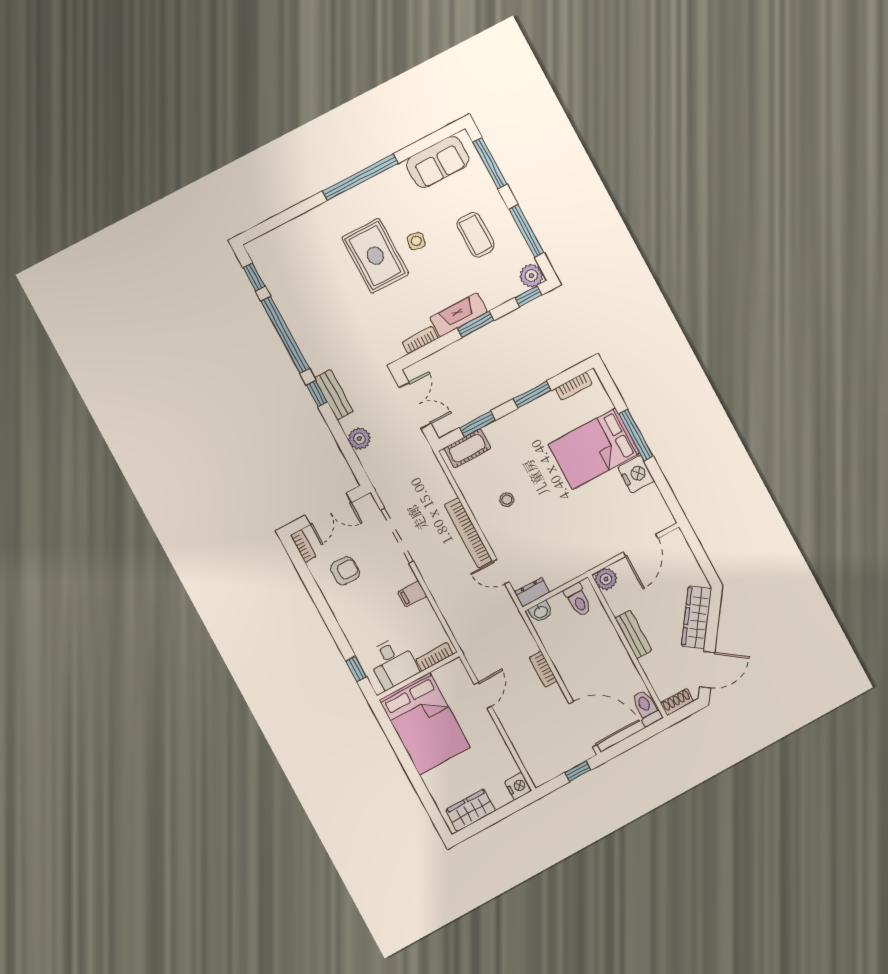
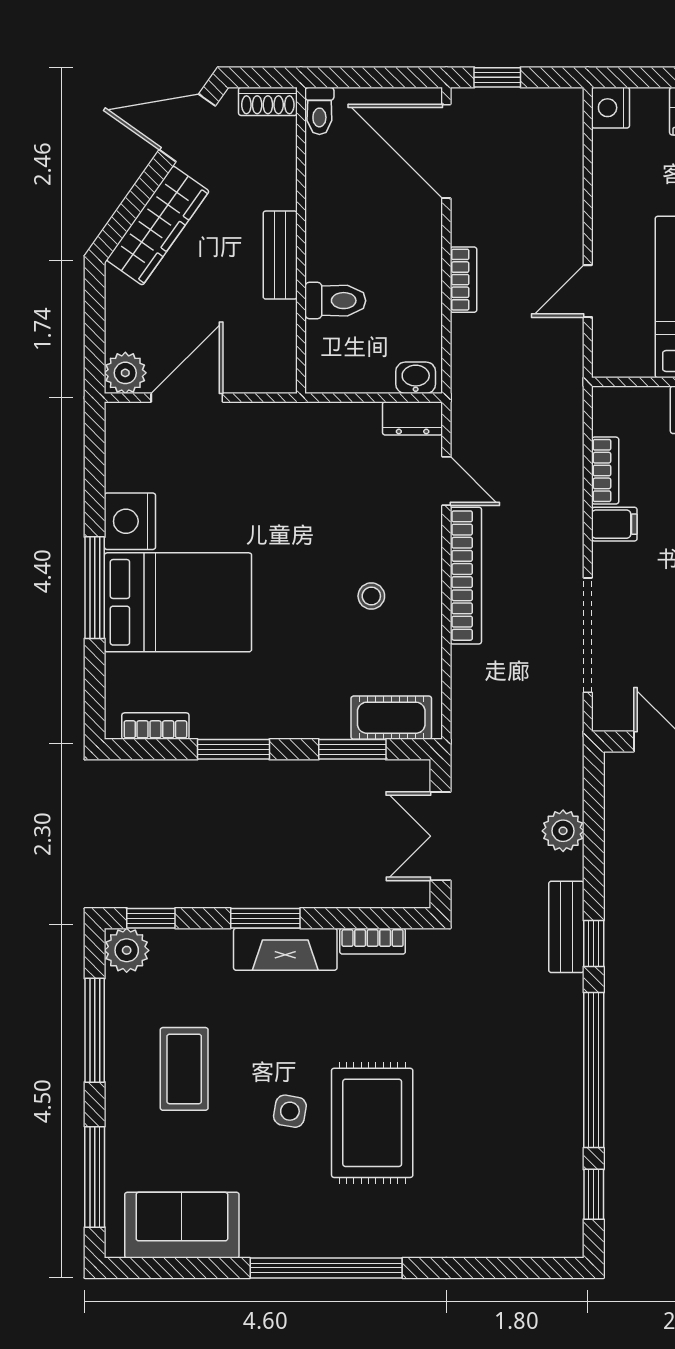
plant: (606, 579) -> (125, 373), moved
toilet: (578, 600) -> (335, 301), moved, turned 90
bookcase: (434, 657) -> (605, 471), moved, turned -90
toilet: (646, 708) -> (319, 111), width x0.73, depth x0.72

